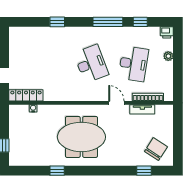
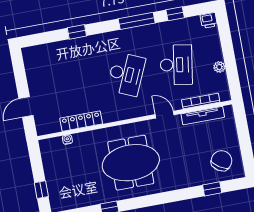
plant: (168, 56) -> (219, 67), moved
desk: (91, 64) -> (126, 74), turned 45
locker: (26, 95) -> (81, 121), moved
tv unit: (142, 109) -> (203, 116), width x1.41

